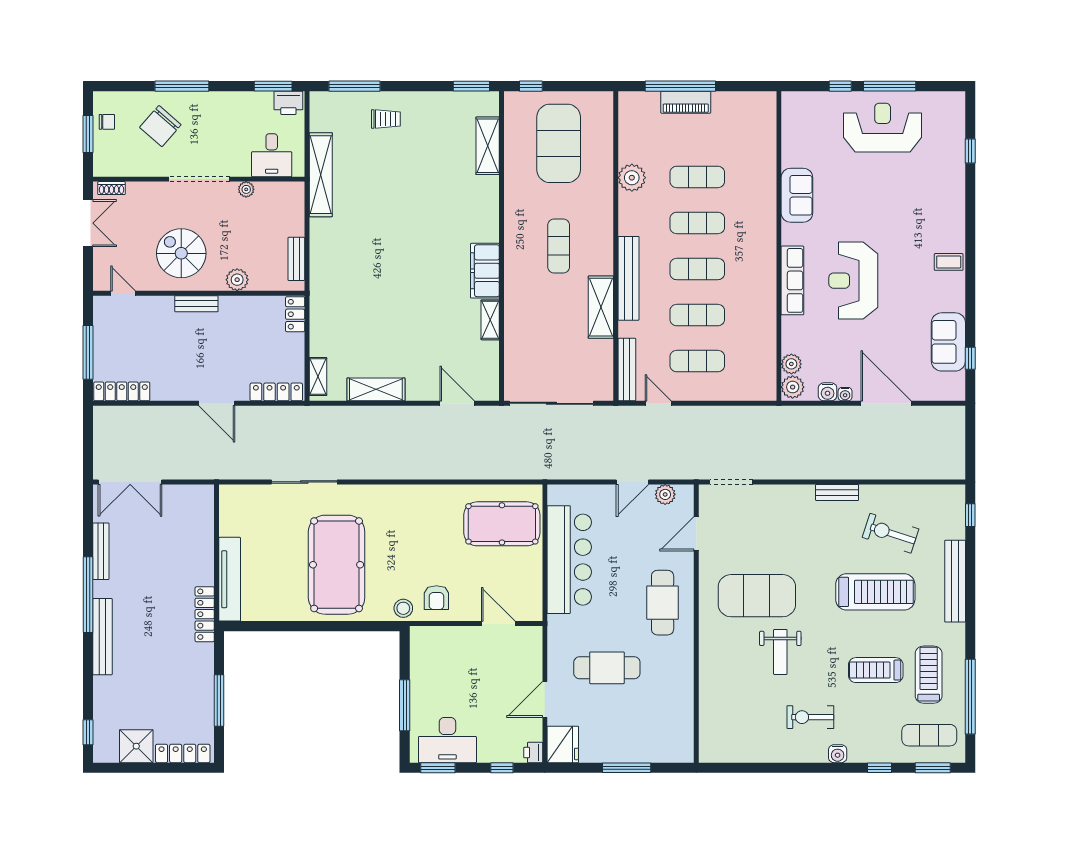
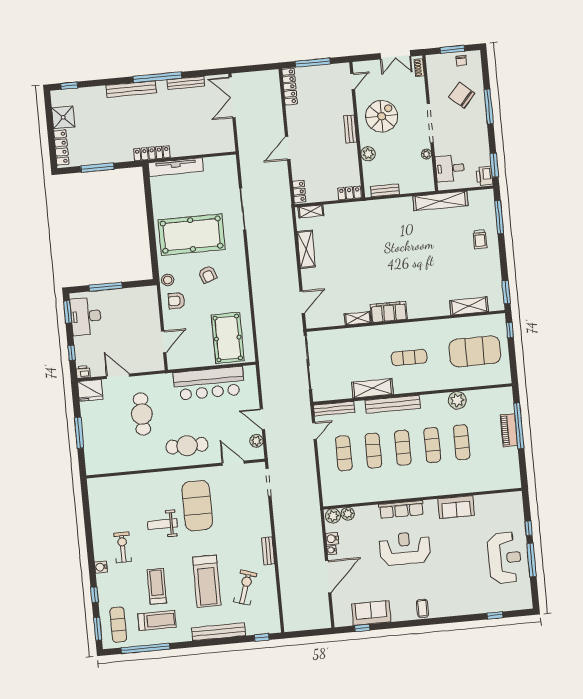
locker: (276, 392) -> (299, 192), width x0.66
armchair: (401, 546) -> (208, 274), added

